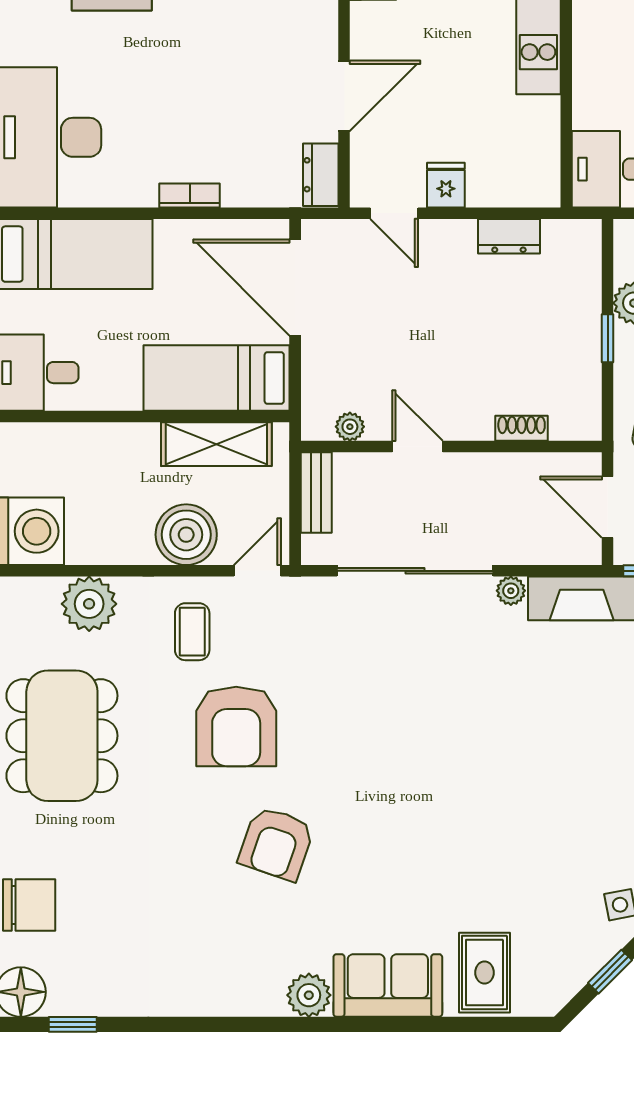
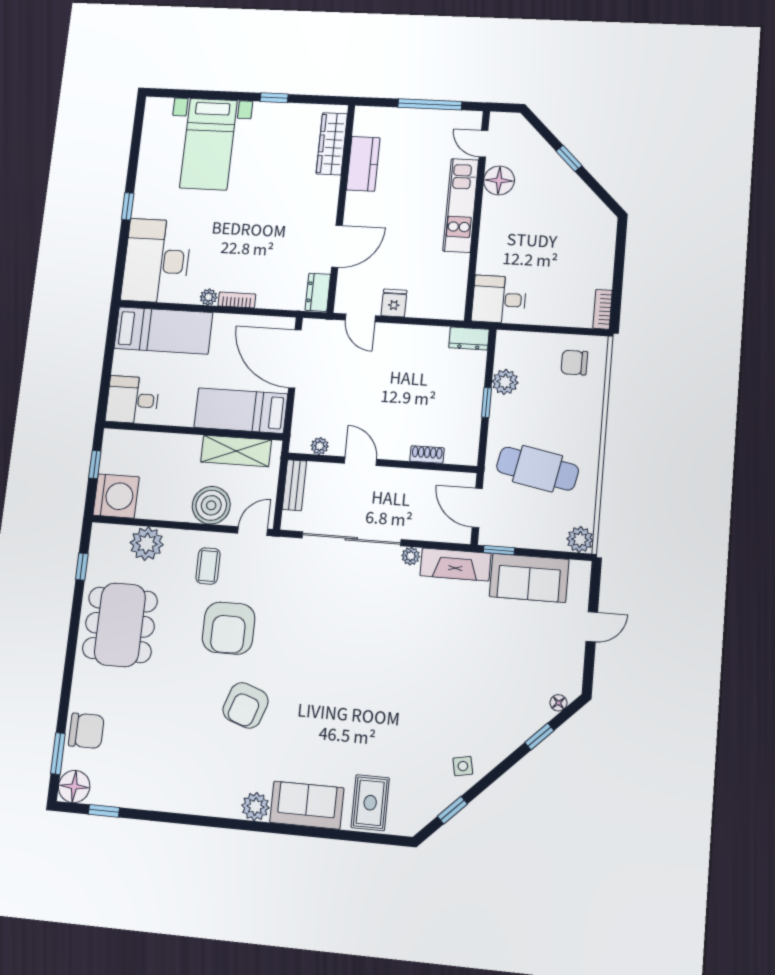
plant: (142, 193) -> (209, 297), added
dresser: (509, 236) -> (469, 339), moved

